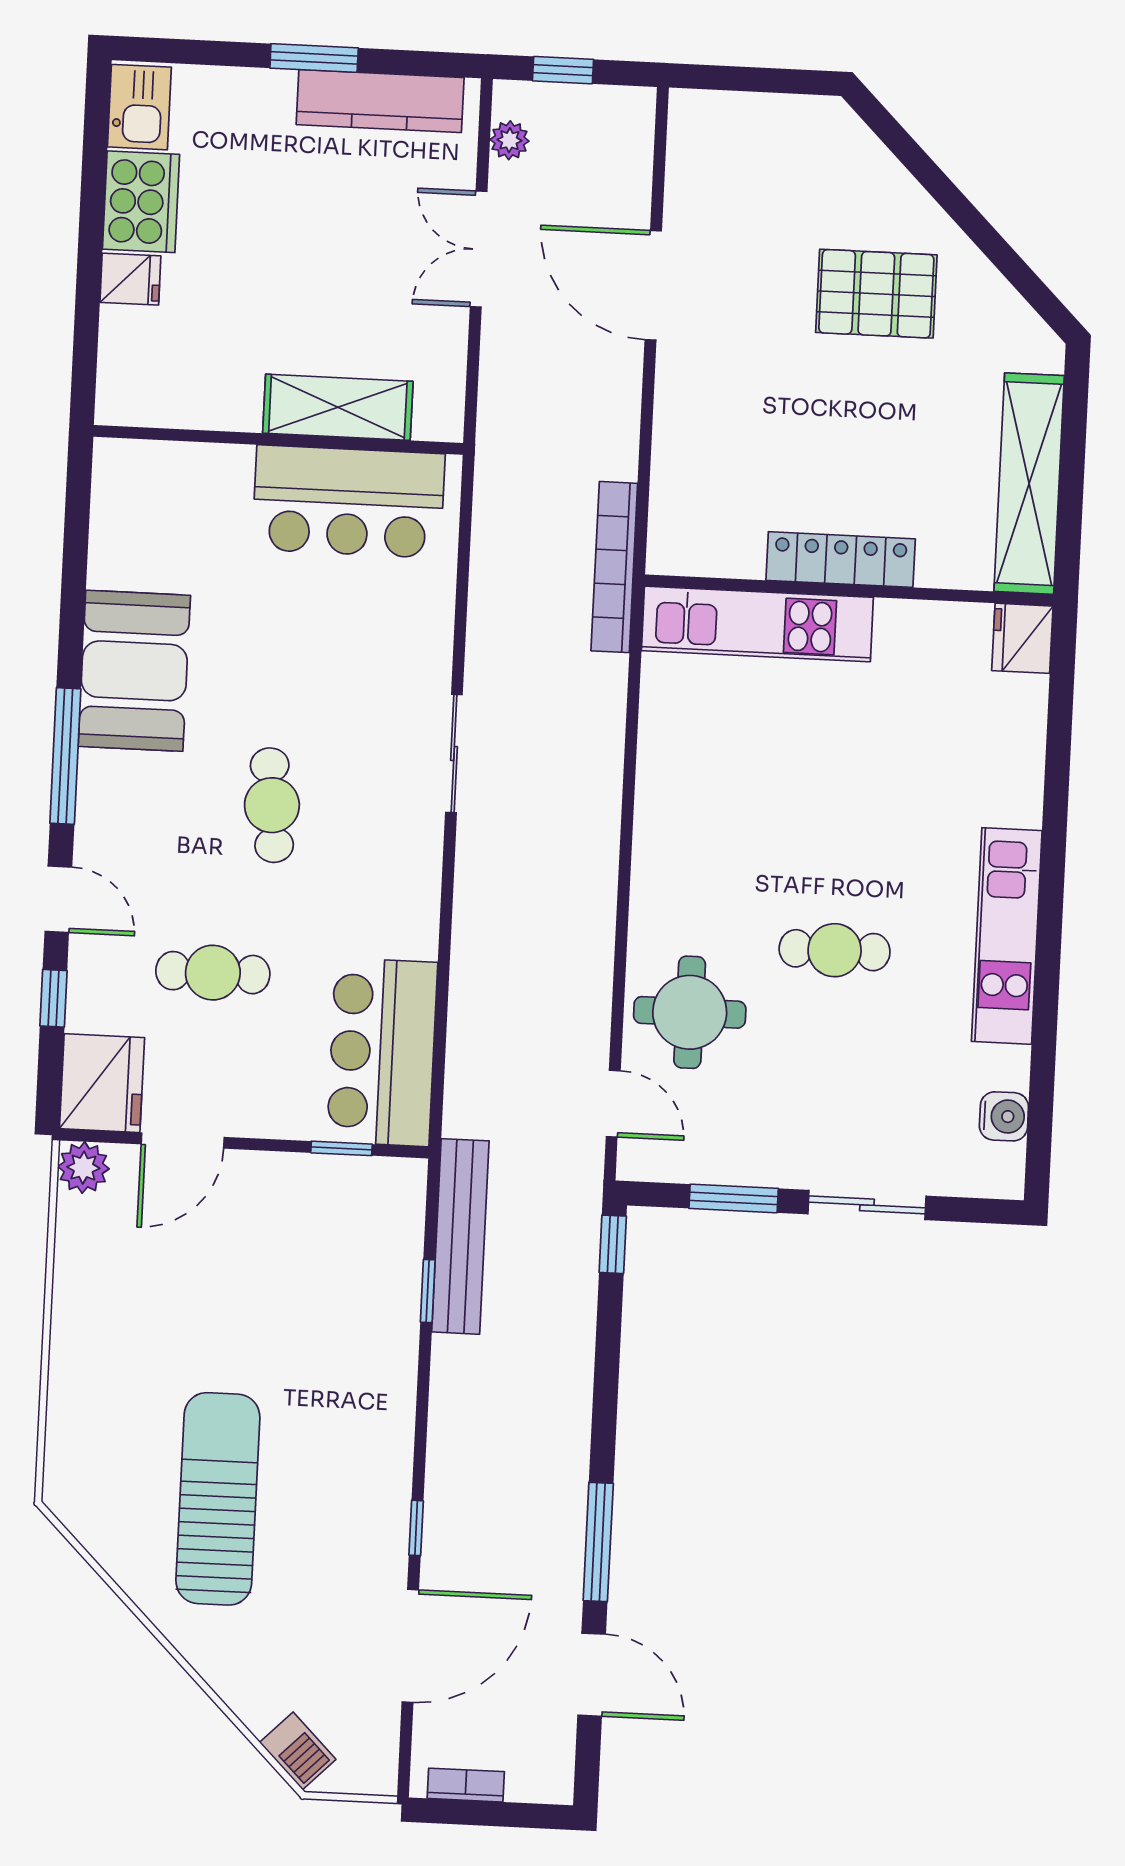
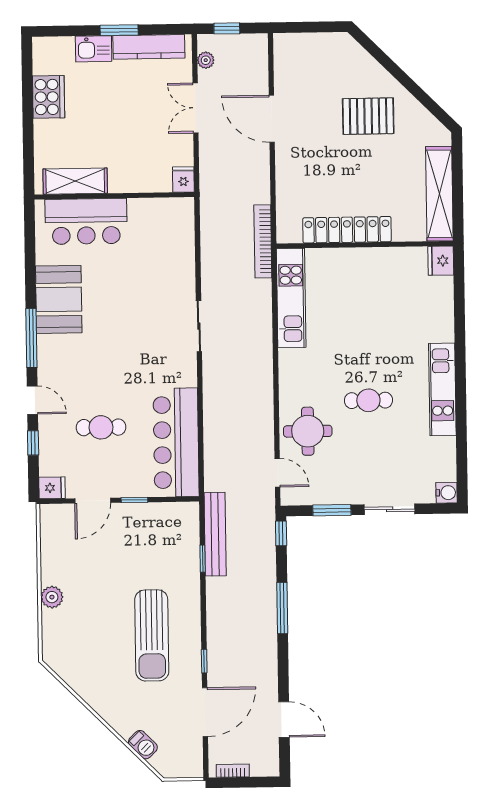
kitchen sink: (139, 107) -> (94, 49), moved, turned 90
fridge: (130, 279) -> (183, 179), moved, turned -90
shelving: (338, 407) -> (75, 181), moved
bar counter: (349, 502) -> (86, 221), moved
locker: (841, 560) -> (347, 230), width x1.41, depth x1.21
kitchen unit: (757, 624) -> (291, 298), moved, turned -90
cafe table: (272, 805) -> (122, 354), removed
bar counter: (382, 1052) -> (176, 442), width x1.36
fridge: (102, 1083) -> (52, 488), width x0.53, depth x0.75
water cooler: (1004, 1116) -> (447, 493), moved
window: (341, 1148) -> (134, 500), moved
plant: (83, 1168) -> (52, 597), moved
sun lounger: (218, 1499) -> (152, 635), moved, turned 180
window: (598, 1542) -> (282, 608), moved
barbecue: (298, 1751) -> (143, 745), moved

